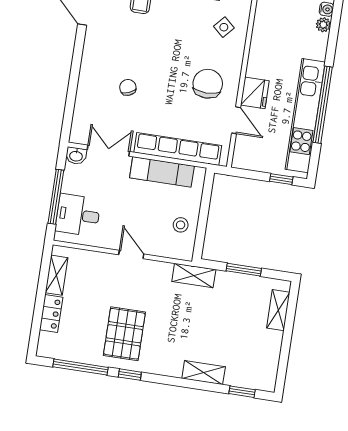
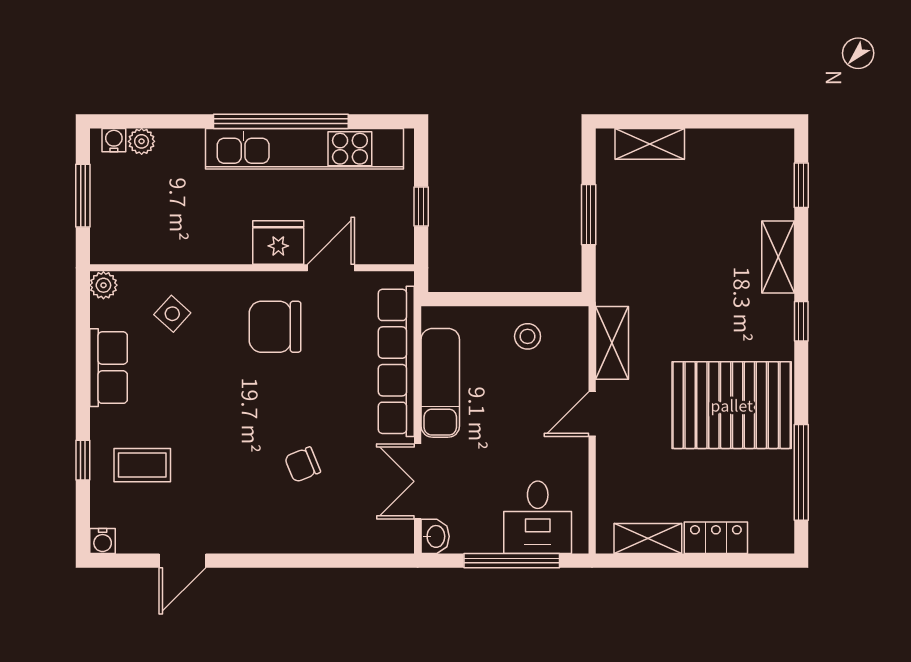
window: (281, 179) -> (421, 207), moved
shelving: (194, 275) -> (612, 343), moved
pallet: (124, 334) -> (732, 405), width x1.37, depth x1.41
window: (130, 375) -> (801, 321), moved

